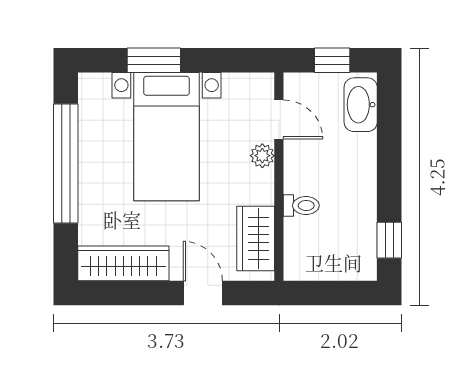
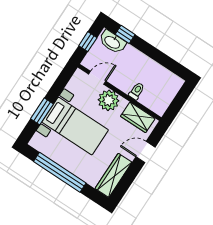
plant: (262, 156) -> (109, 100), width x1.88, depth x1.88
window: (389, 240) -> (125, 34), moved

